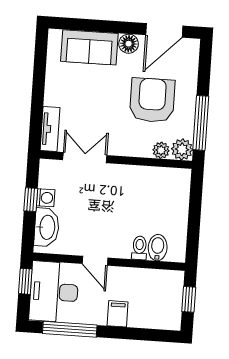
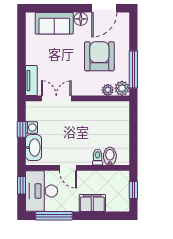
filing cabinet: (118, 314) -> (92, 203), width x2.00

